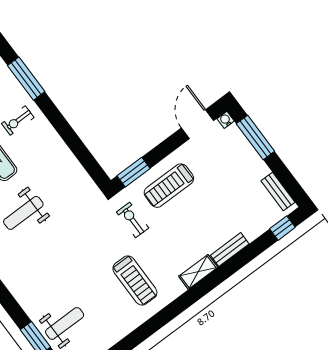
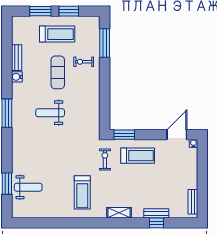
window: (255, 137) -> (202, 164), removed
treadmill: (169, 186) -> (138, 156), turned 180
window: (282, 228) -> (157, 223), moved
bench: (230, 250) -> (156, 213), moved

